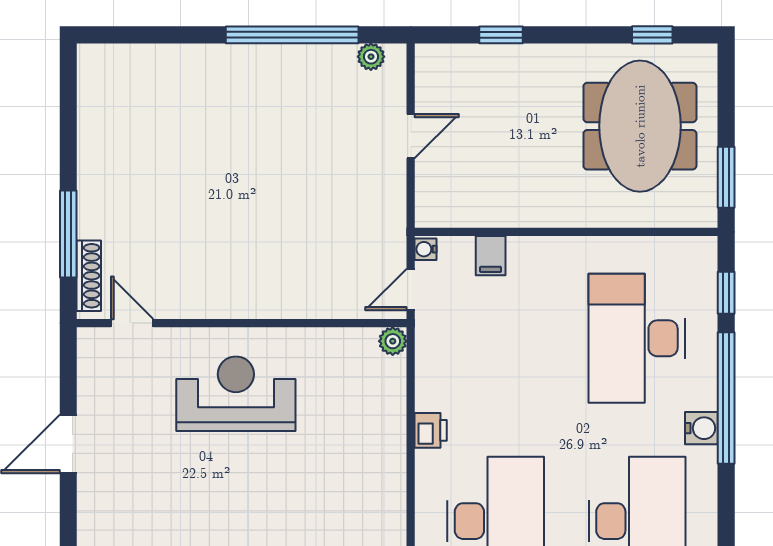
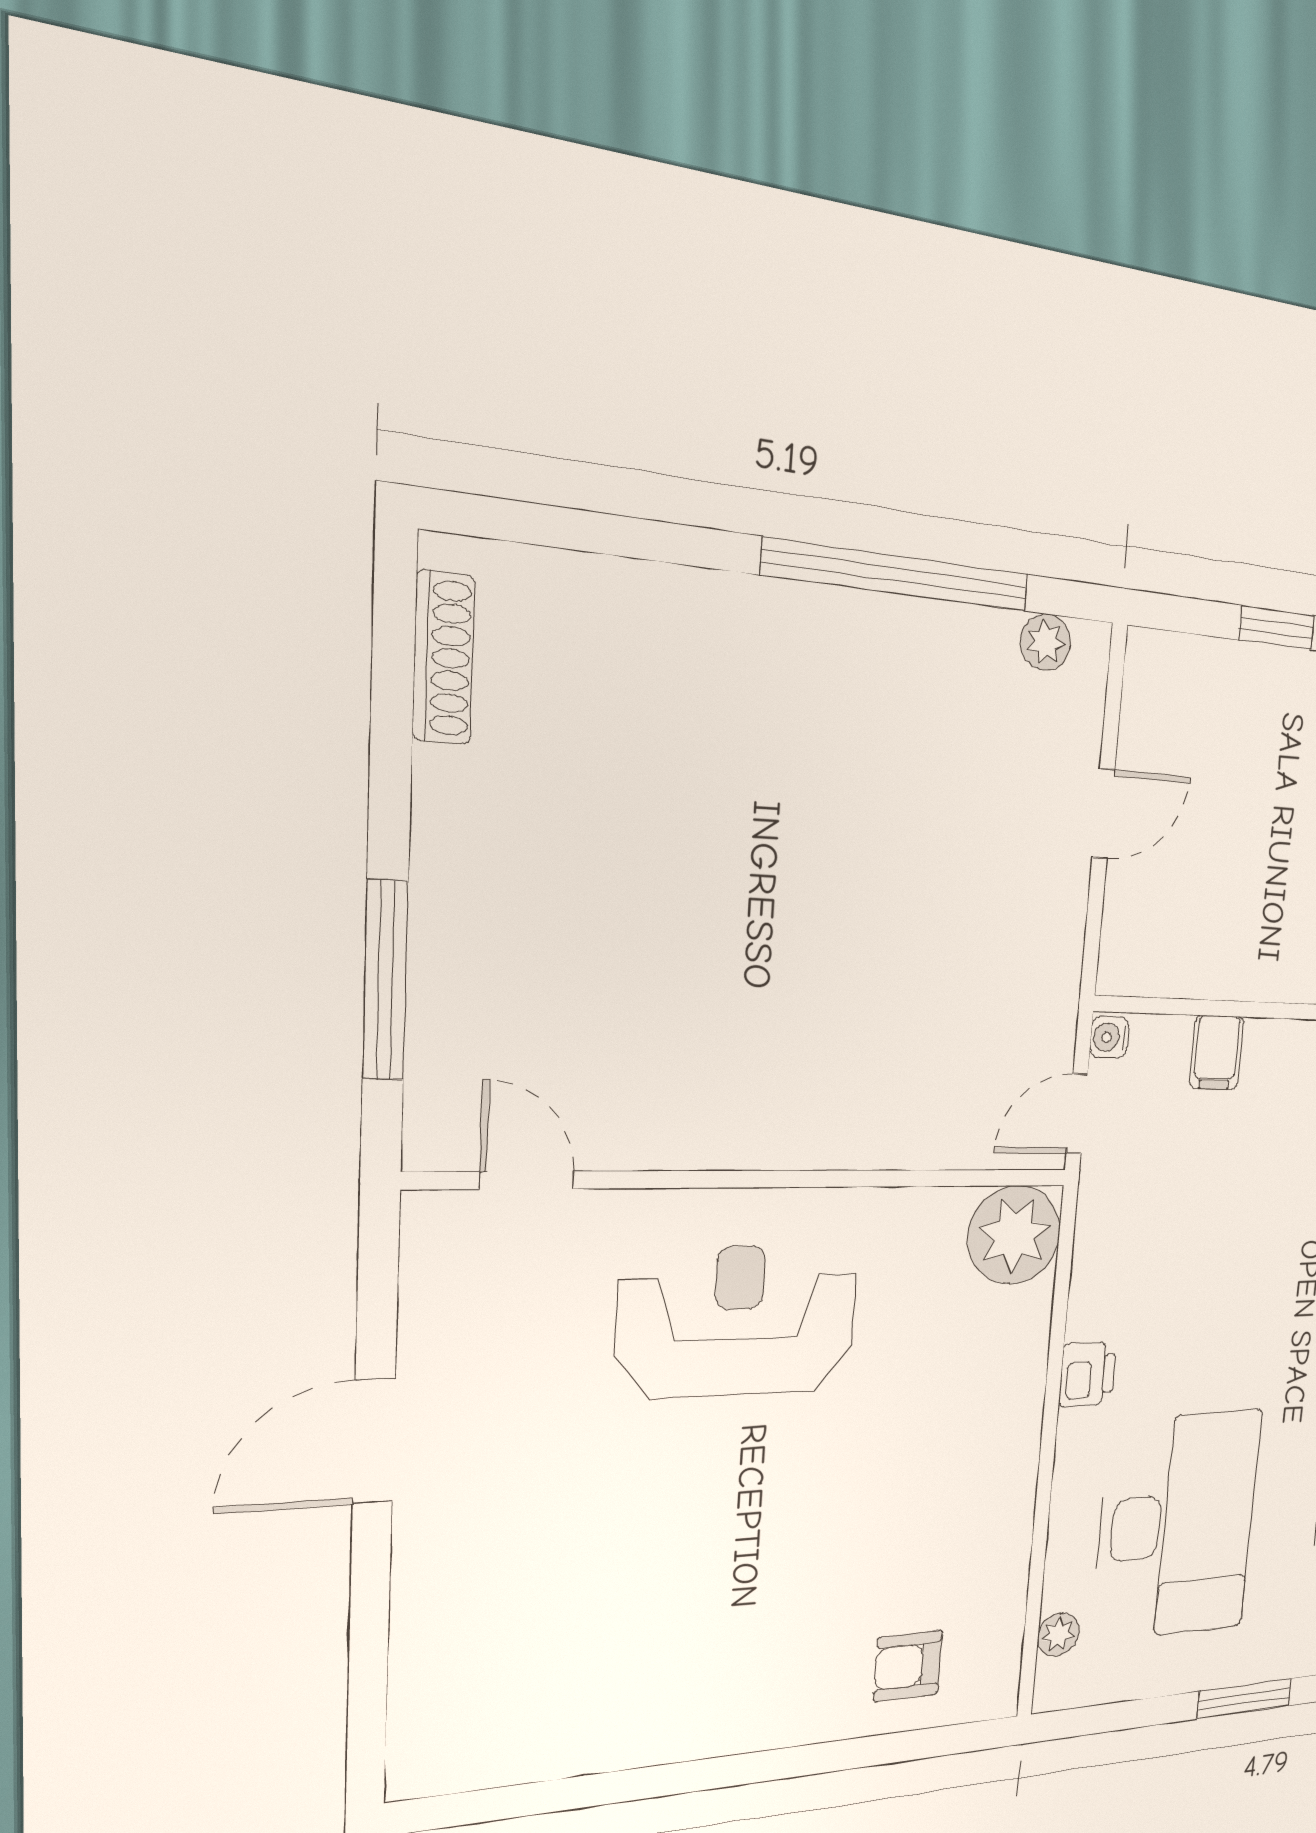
shoe rack: (89, 276) -> (444, 658), moved
plant: (393, 341) -> (1014, 1235), width x1.88, depth x1.88

